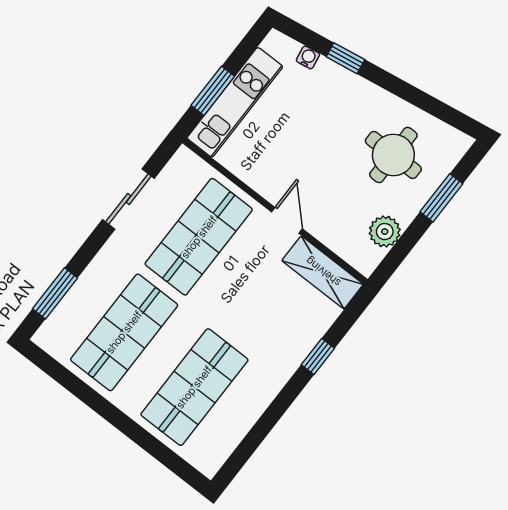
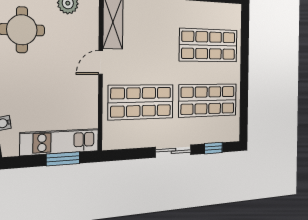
sliding door: (128, 199) -> (173, 151), moved
window: (55, 293) -> (213, 148), width x0.67

